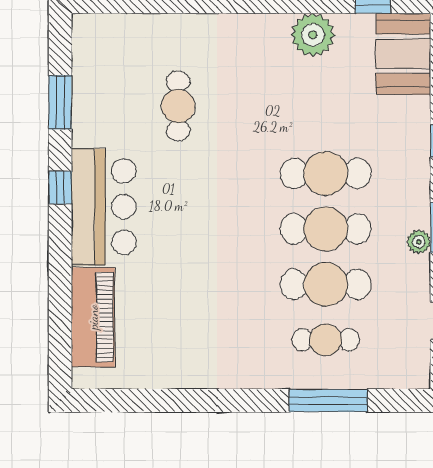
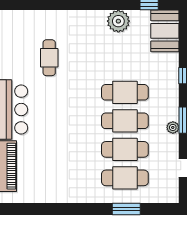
cafe table: (326, 340) -> (125, 178), width x1.37, depth x1.35
window: (328, 400) -> (126, 209), width x0.69

